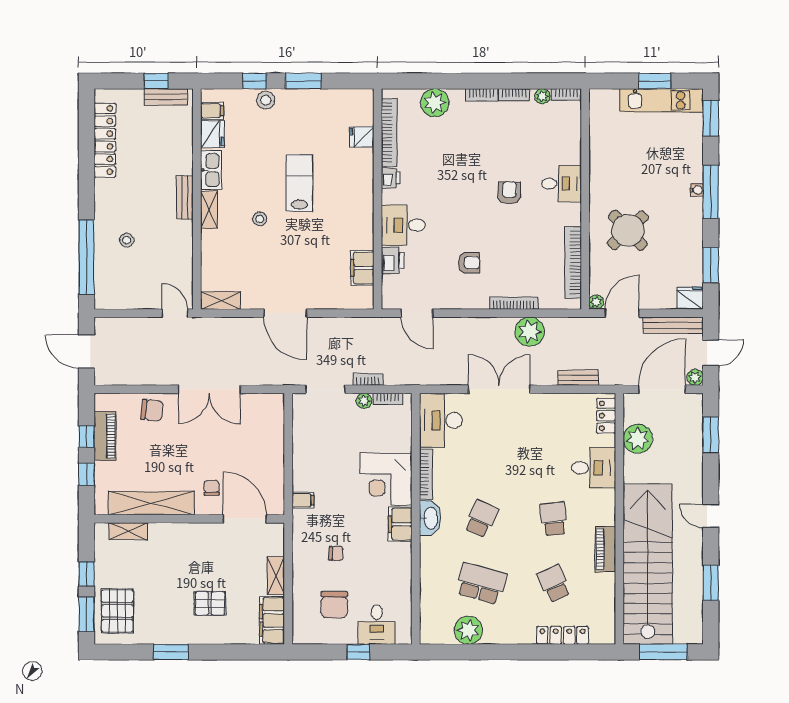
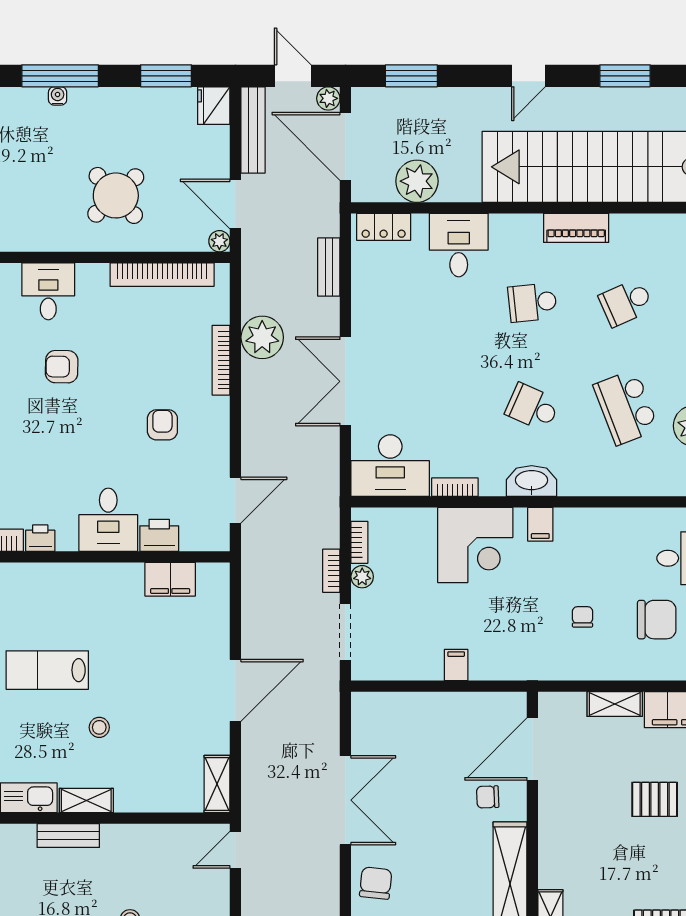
bookcase: (426, 474) -> (455, 487), width x0.64
filing cabinet: (303, 500) -> (456, 665), moved
filing cabinet: (400, 524) -> (540, 524), width x0.50
school desk: (481, 583) -> (626, 407), turned -36
pallet: (210, 603) -> (655, 799), turned 90

